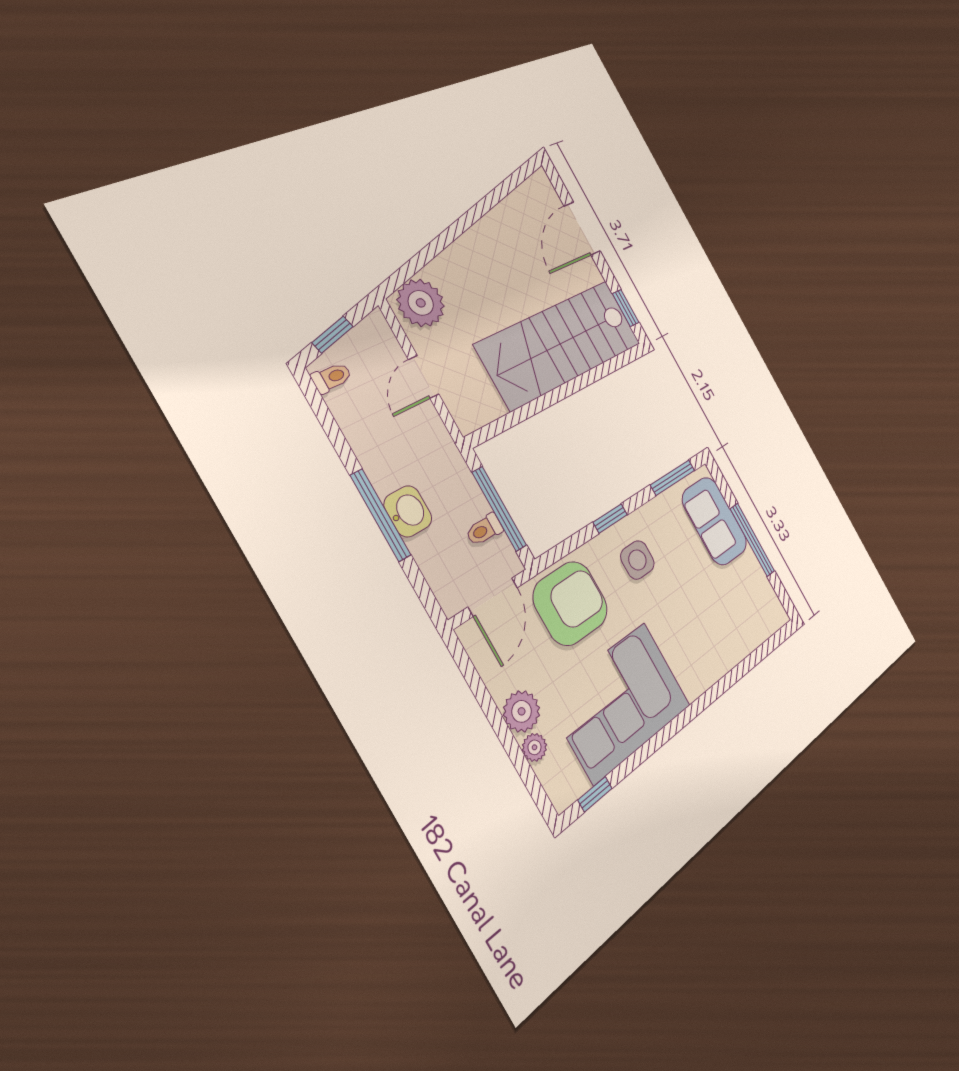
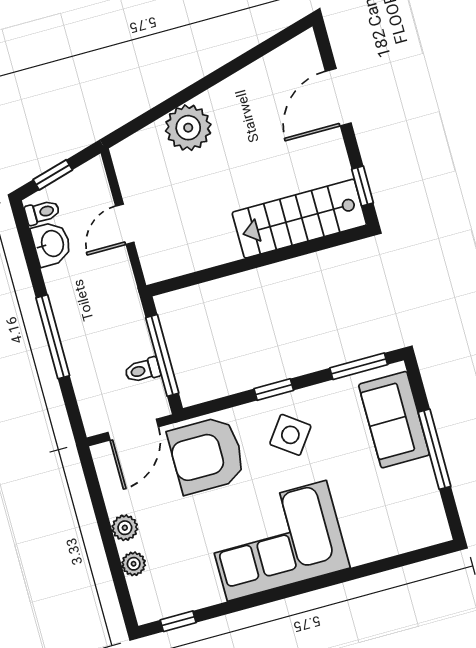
plant: (421, 303) -> (188, 128), moved
stairs: (560, 344) -> (299, 219), width x0.73, depth x0.66
washbasin: (408, 511) -> (51, 244), moved
side table: (637, 560) -> (290, 435), turned 36
armchair: (571, 603) -> (207, 455), turned 180
corner sofa: (620, 702) -> (277, 541), moved
plant: (522, 711) -> (125, 528), width x0.73, depth x0.73

